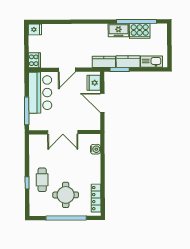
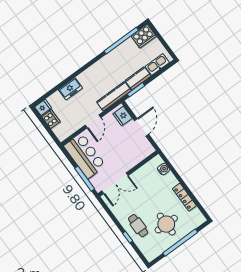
freezer: (118, 30) -> (70, 89), moved
cooker: (140, 31) -> (144, 36), moved
cooker: (34, 60) -> (51, 119), moved
kitchen counter: (104, 62) -> (114, 96), width x1.50
door: (102, 103) -> (142, 127), swing flipped
double door: (63, 132) -> (115, 183), moved
locker: (96, 198) -> (184, 197), moved

